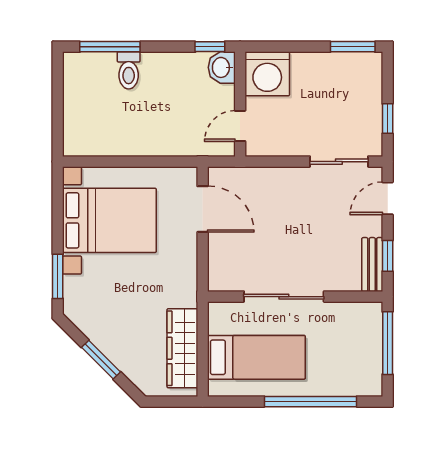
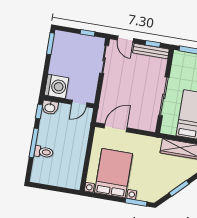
window: (110, 47) -> (34, 143), moved
door: (240, 126) -> (79, 103), hinge flipped
bench: (372, 265) -> (151, 51), width x1.36

